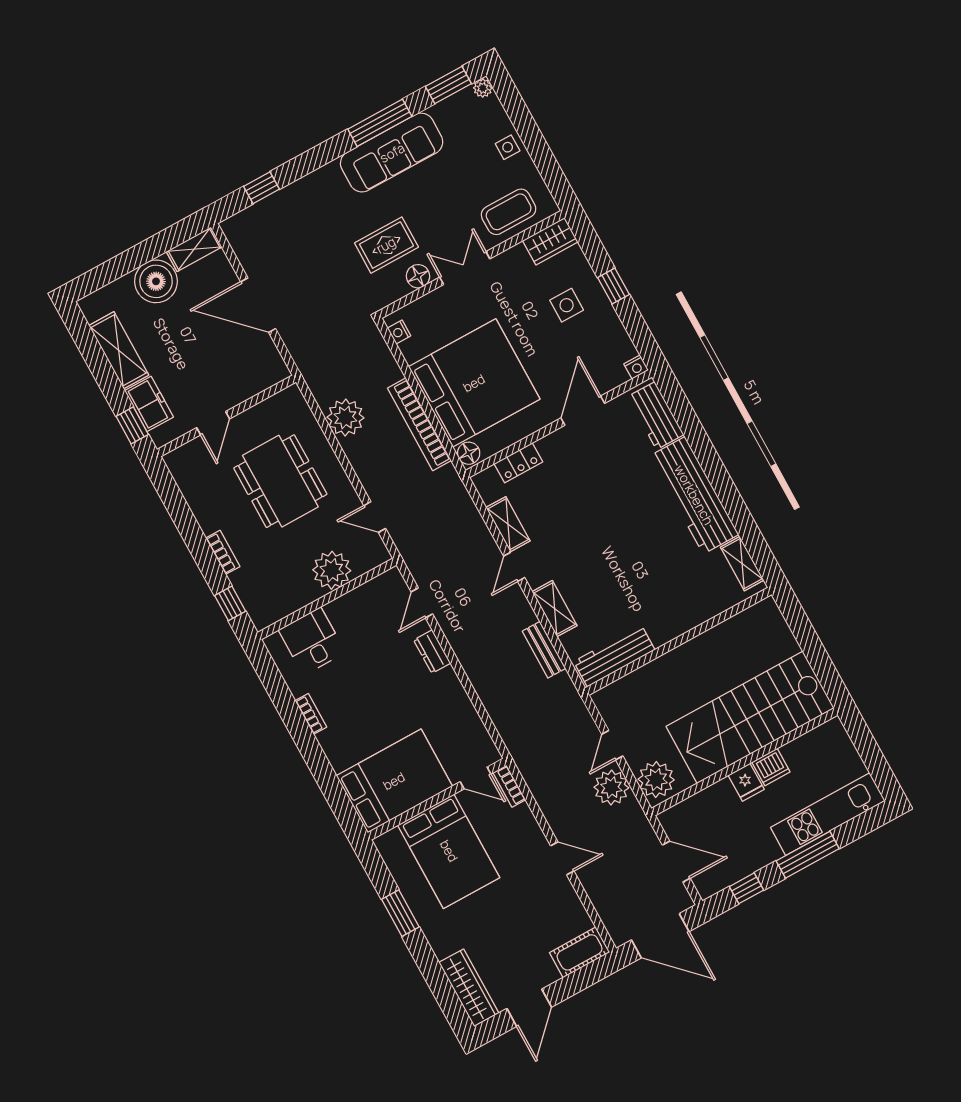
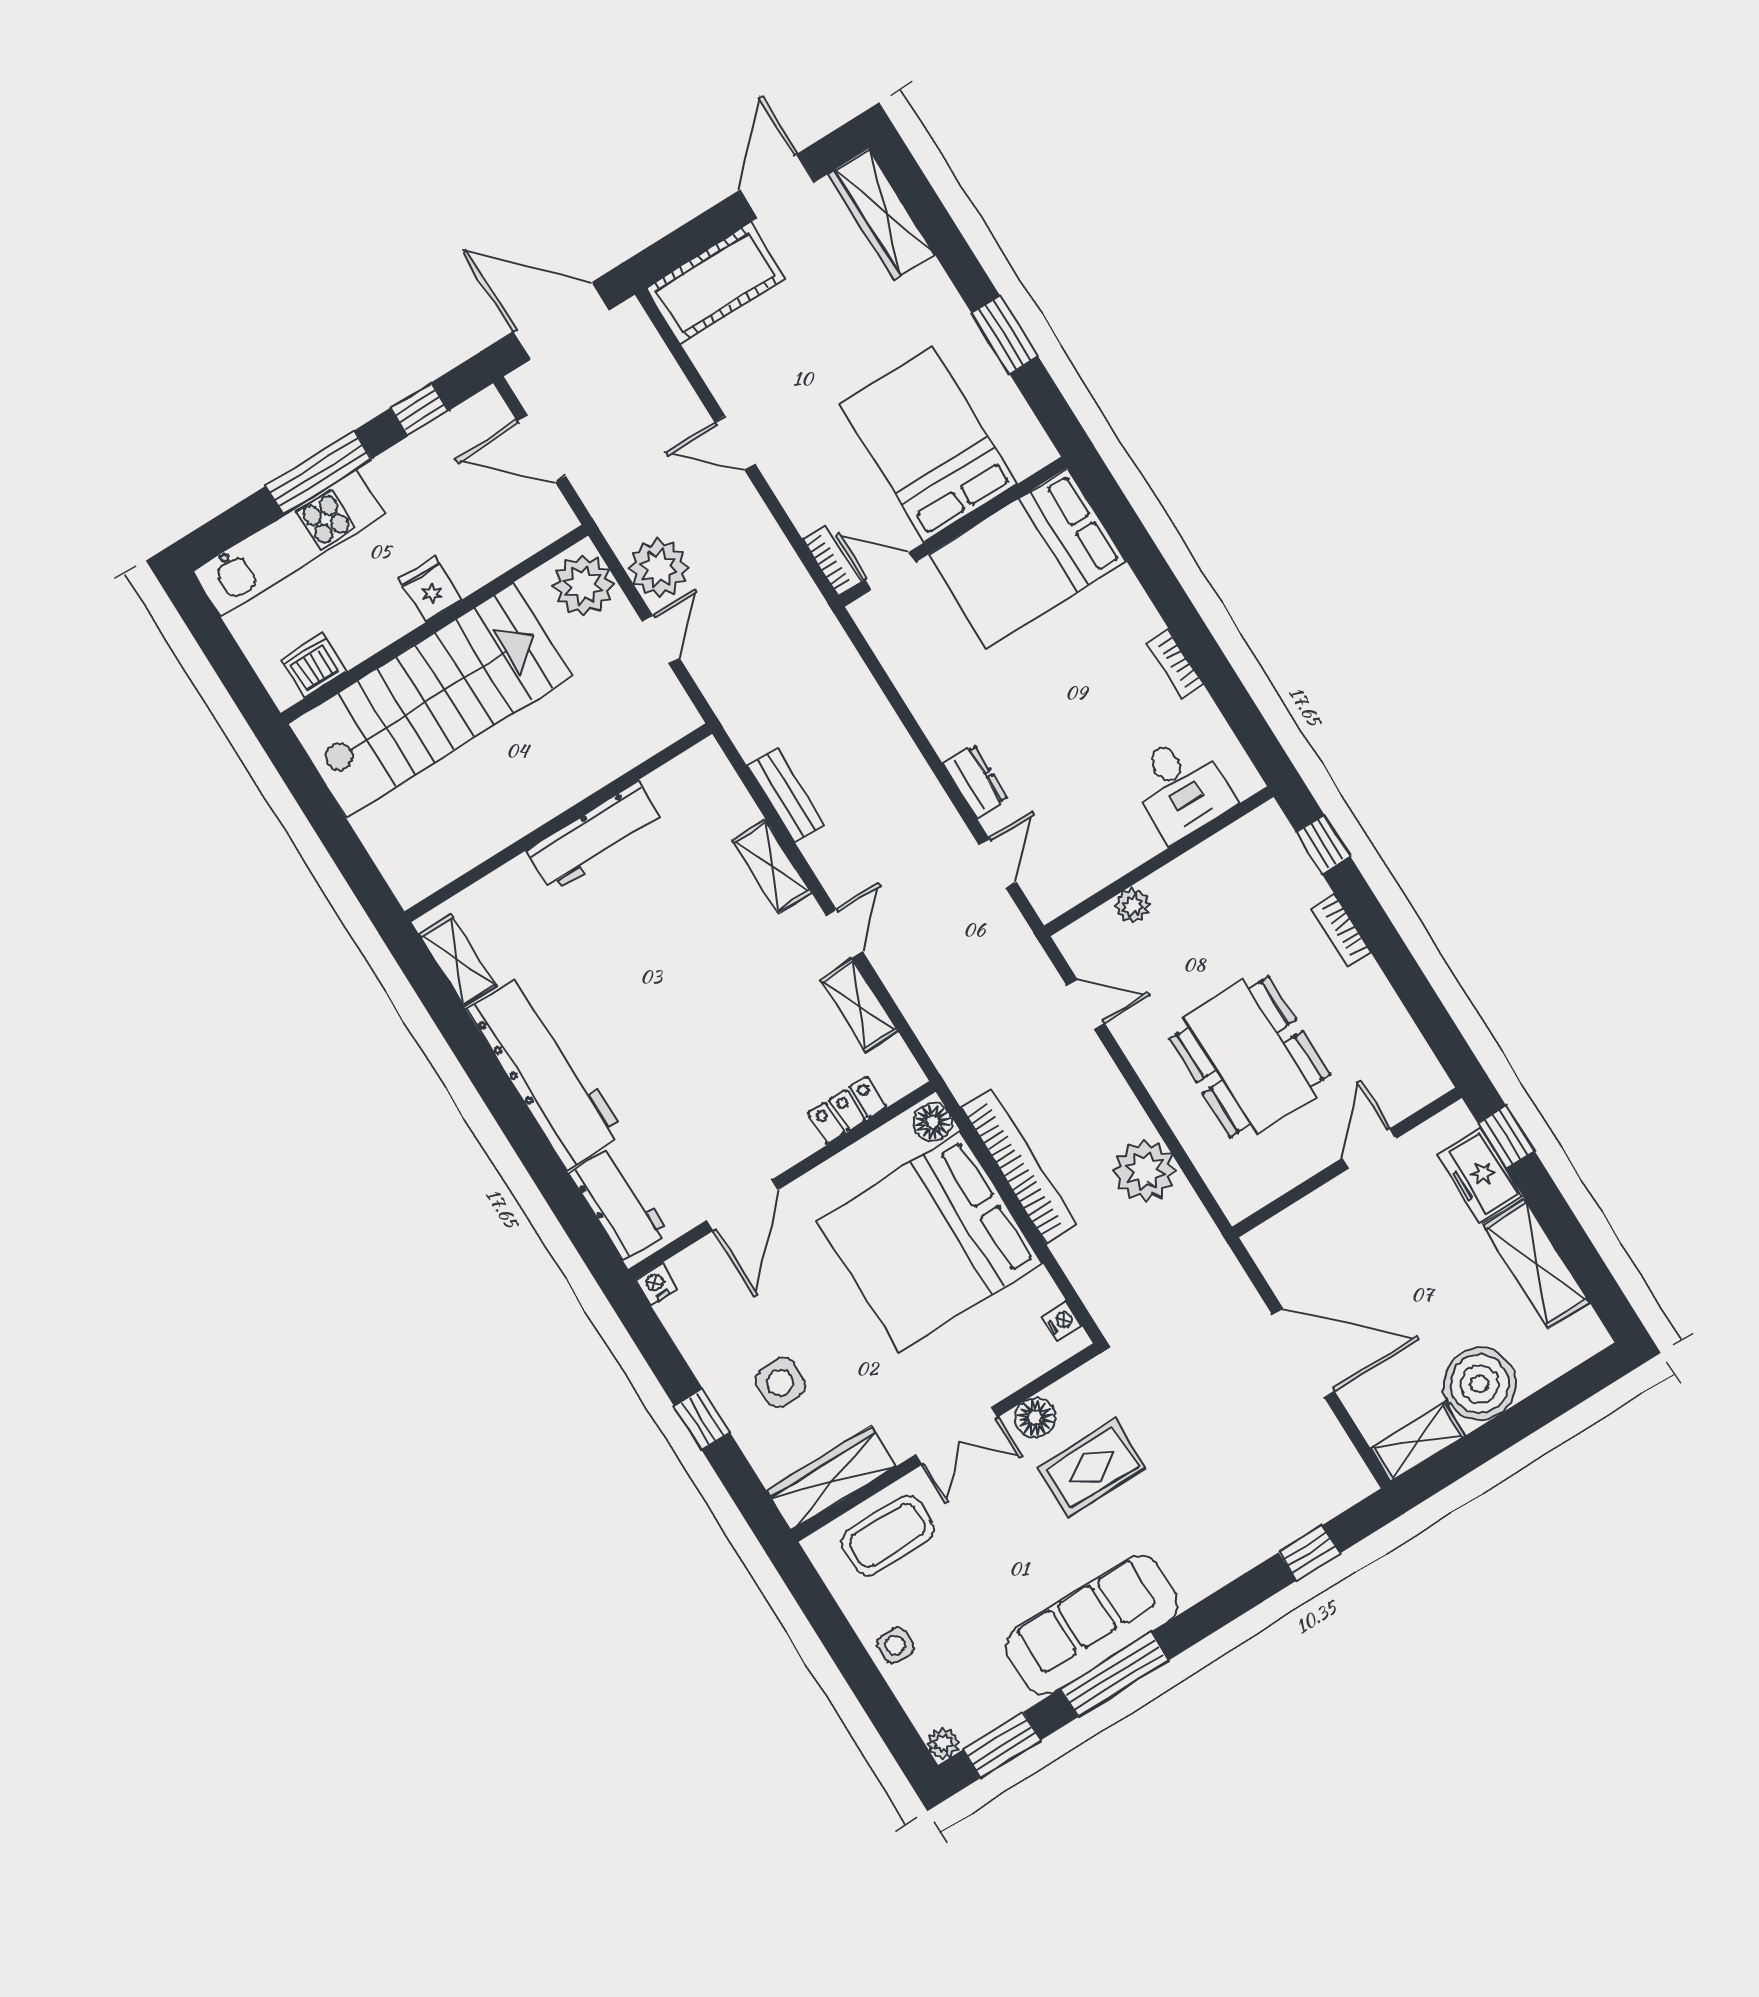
wardrobe: (550, 241) -> (831, 1479), width x1.50
plant: (332, 570) -> (1133, 905), width x0.53, depth x0.53
workbench: (614, 656) -> (595, 836), moved
dishwasher: (771, 767) -> (313, 665), moved
cot: (580, 952) -> (715, 283), width x1.37, depth x1.34

